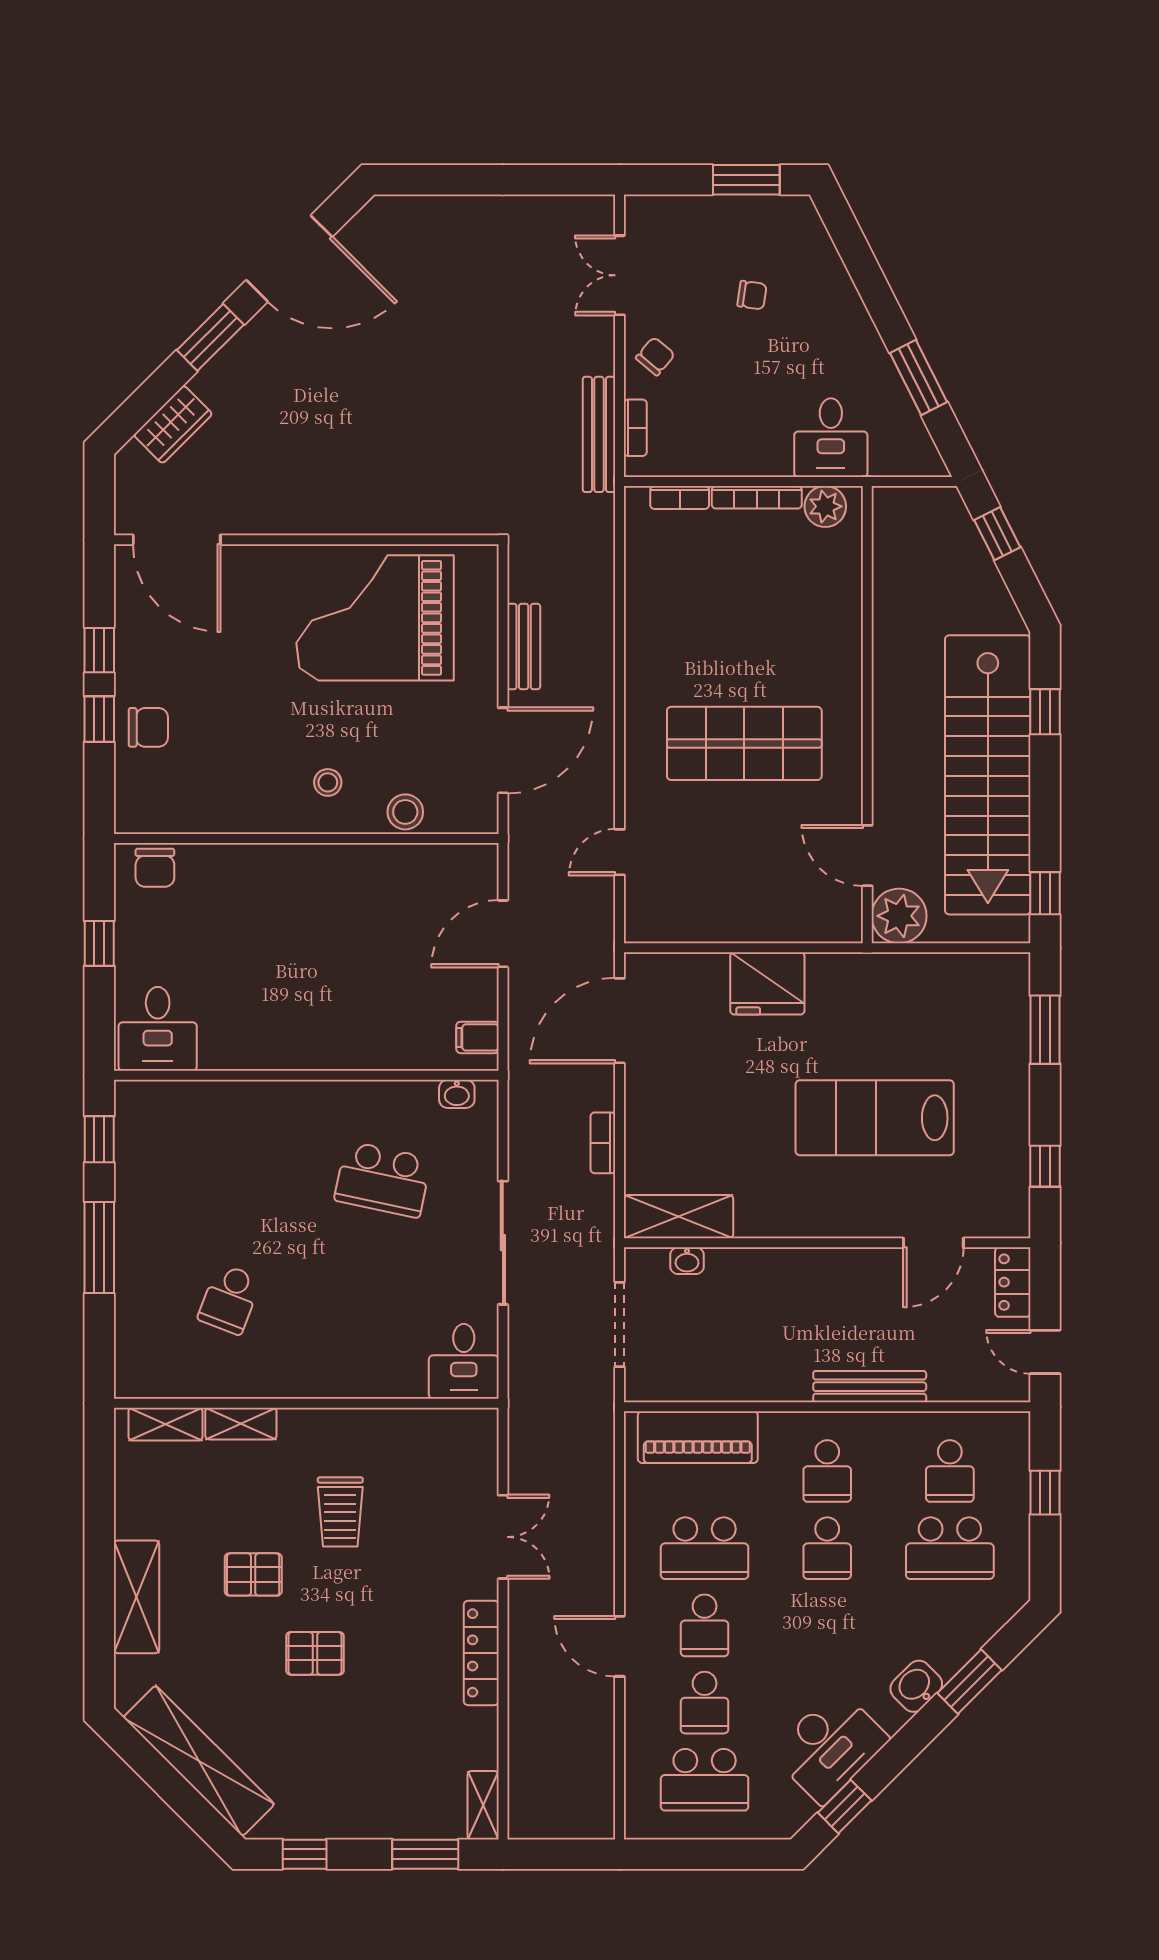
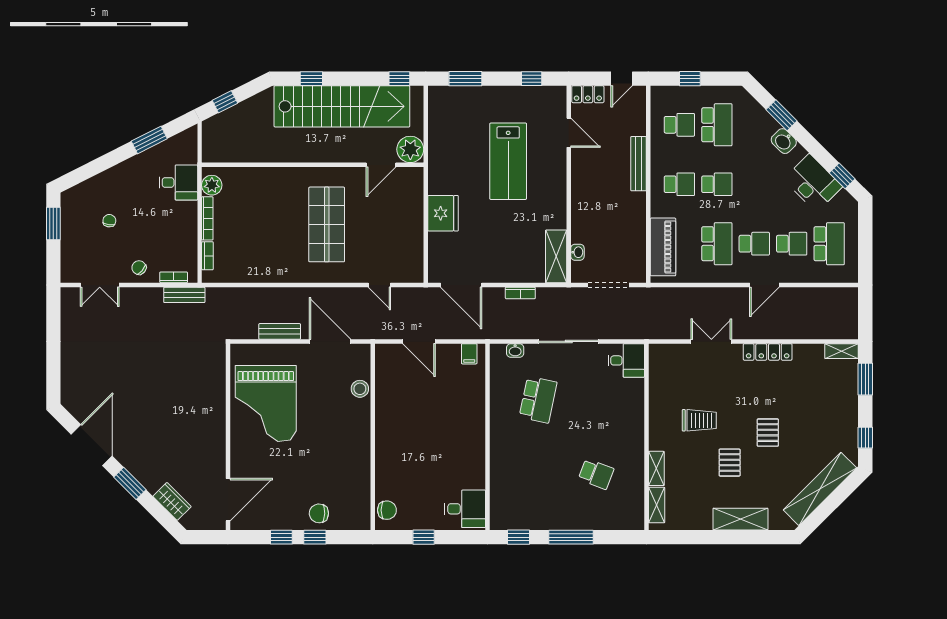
bench: (599, 434) -> (184, 295), width x0.73
chair: (148, 727) -> (319, 513), turned -88
stool: (328, 782) -> (346, 426), removed
washbasin: (457, 1094) -> (515, 350), moved, turned 90

